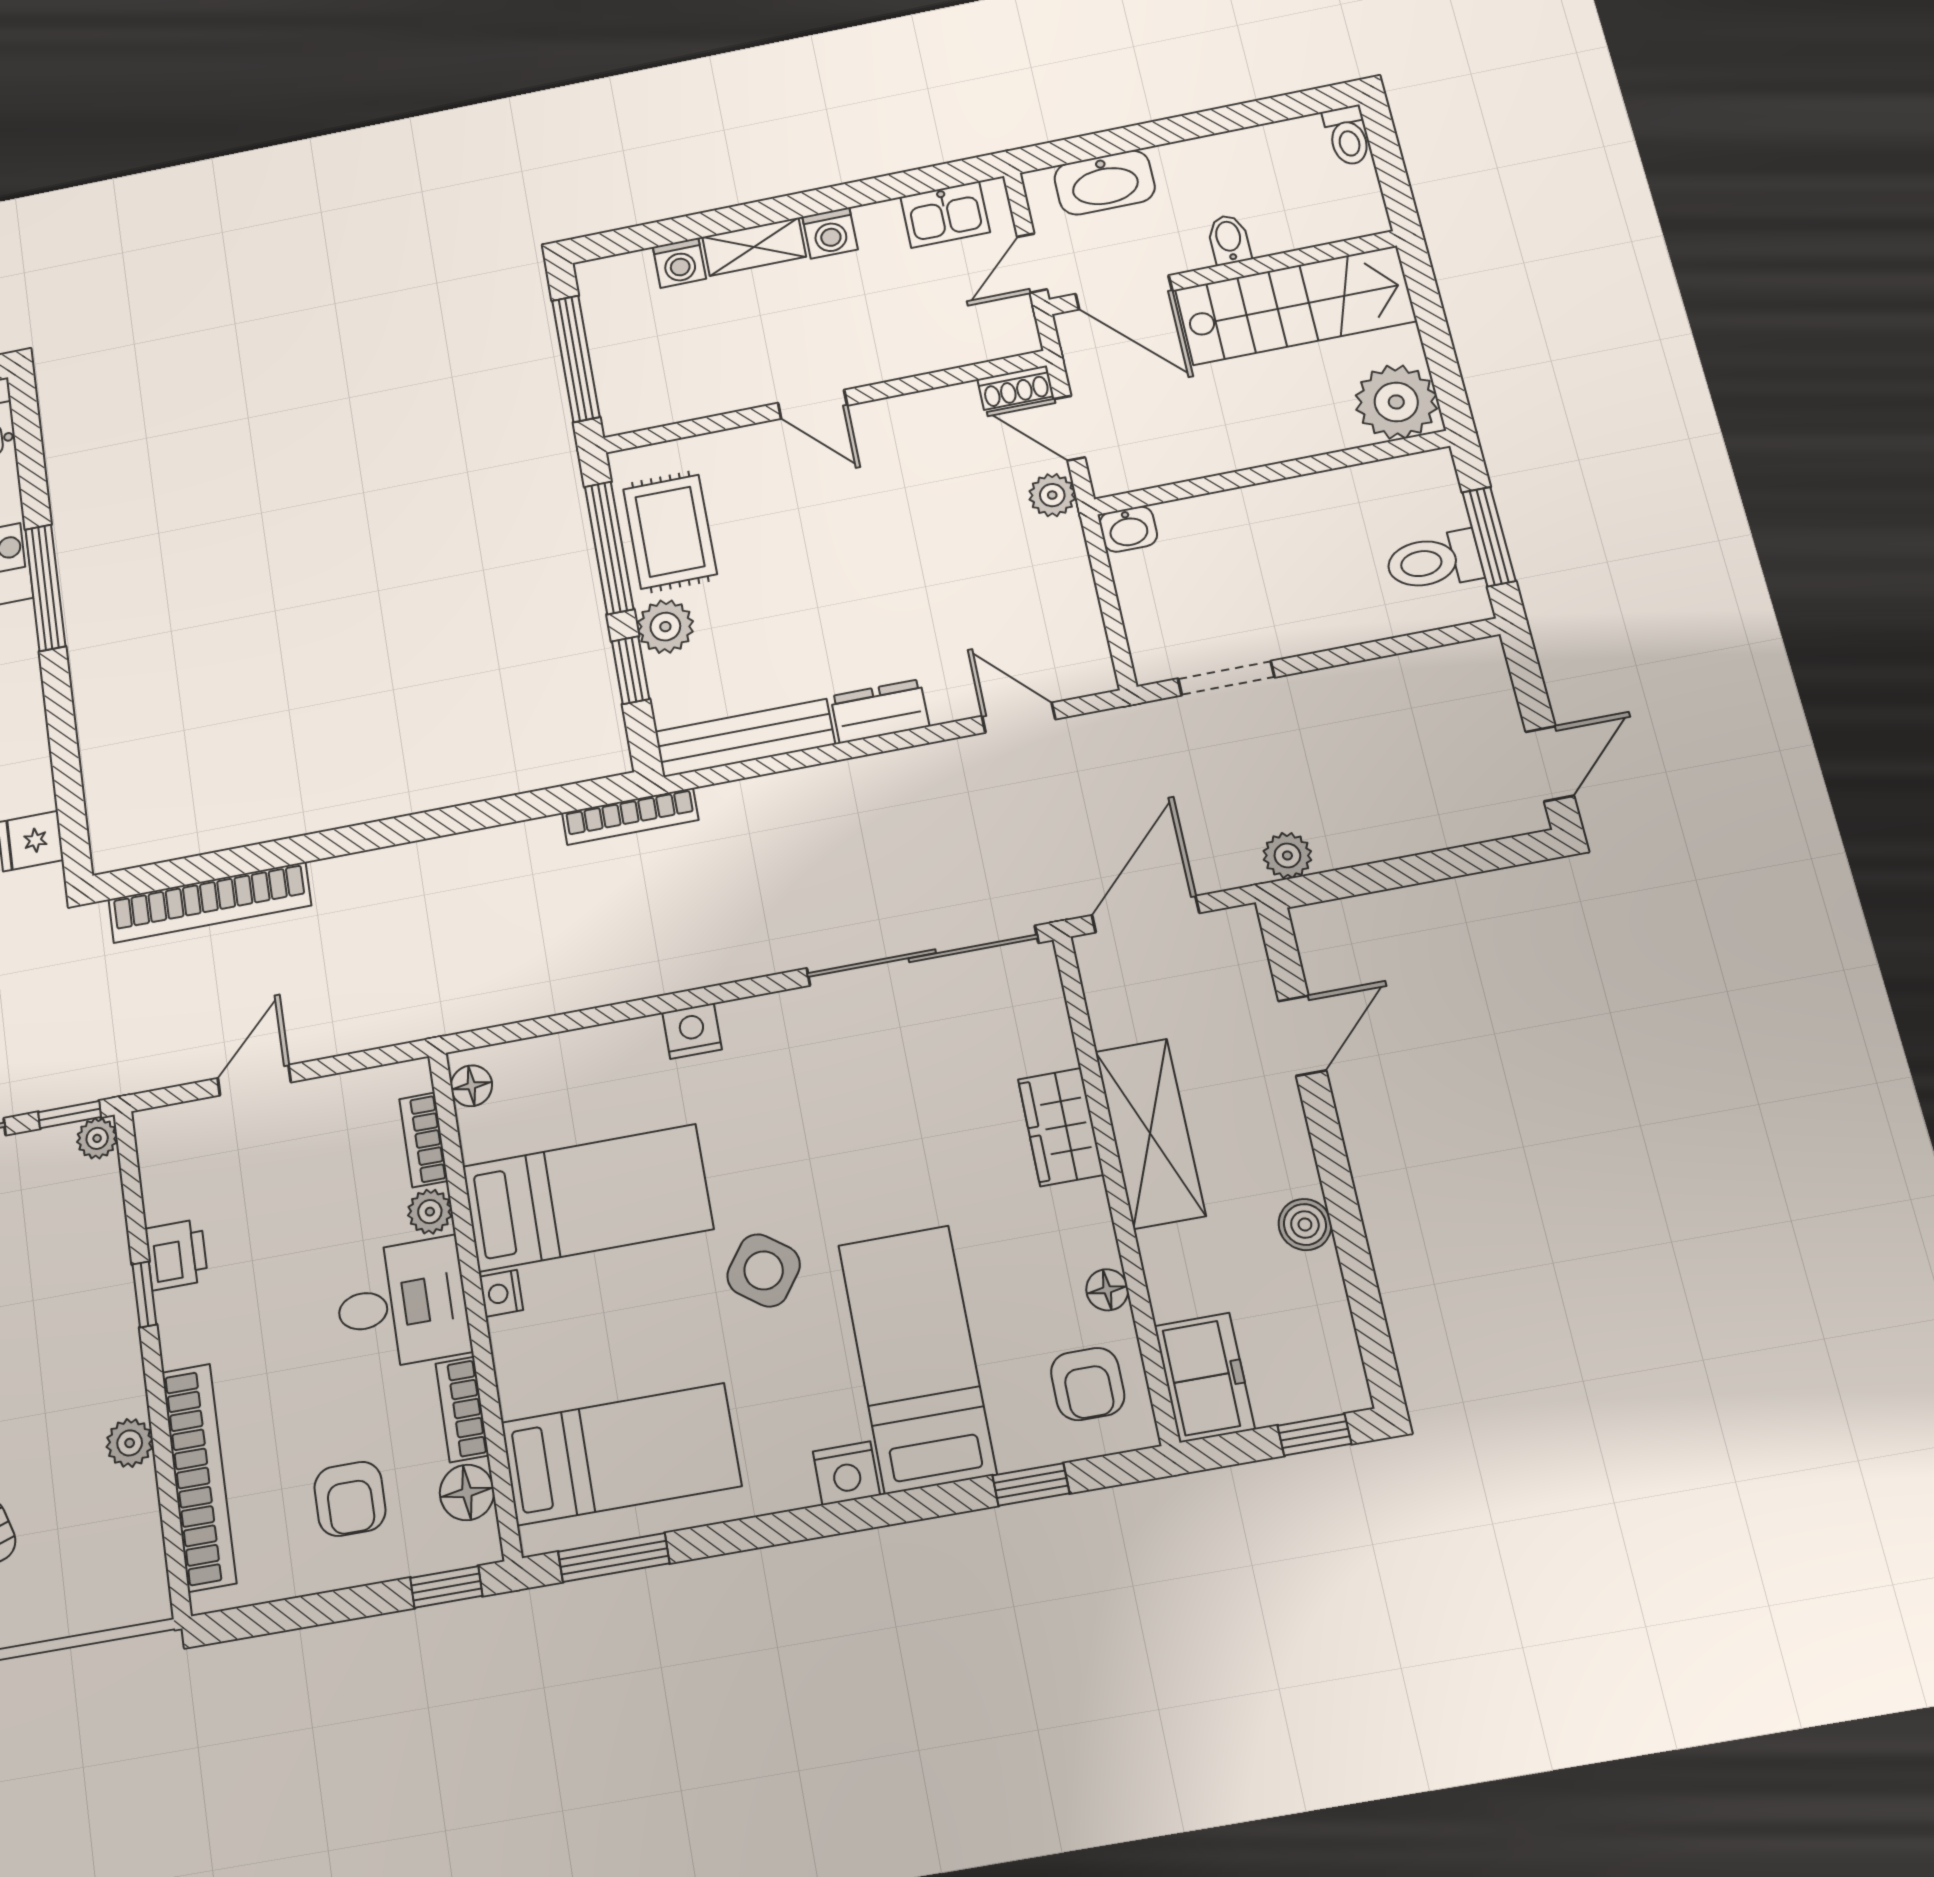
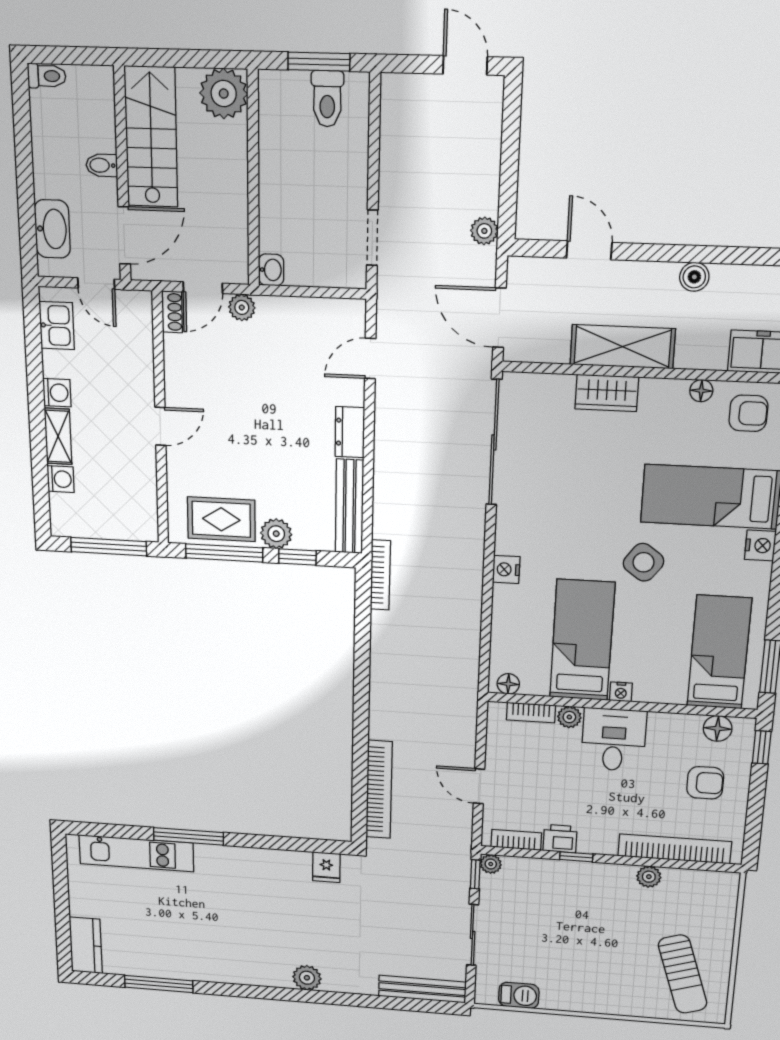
bookcase: (462, 1409) -> (516, 840), moved, turned 180

